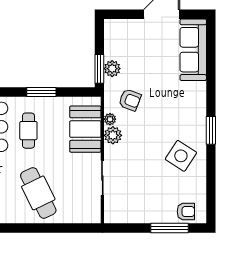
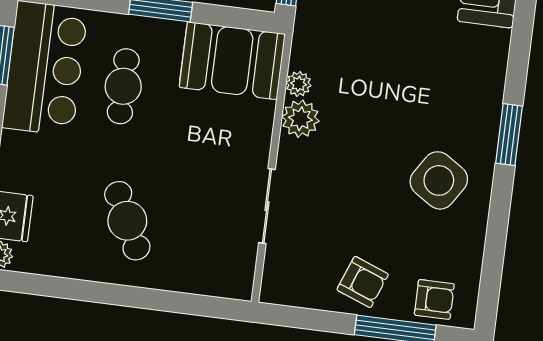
armchair: (130, 100) -> (363, 282), moved
booth: (85, 129) -> (232, 61), moved, turned 90
cafe table: (38, 193) -> (127, 221), width x0.73, depth x0.74

